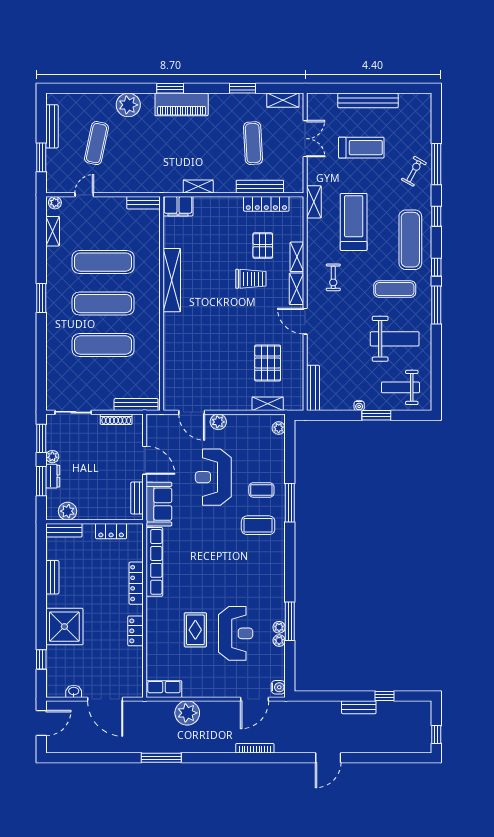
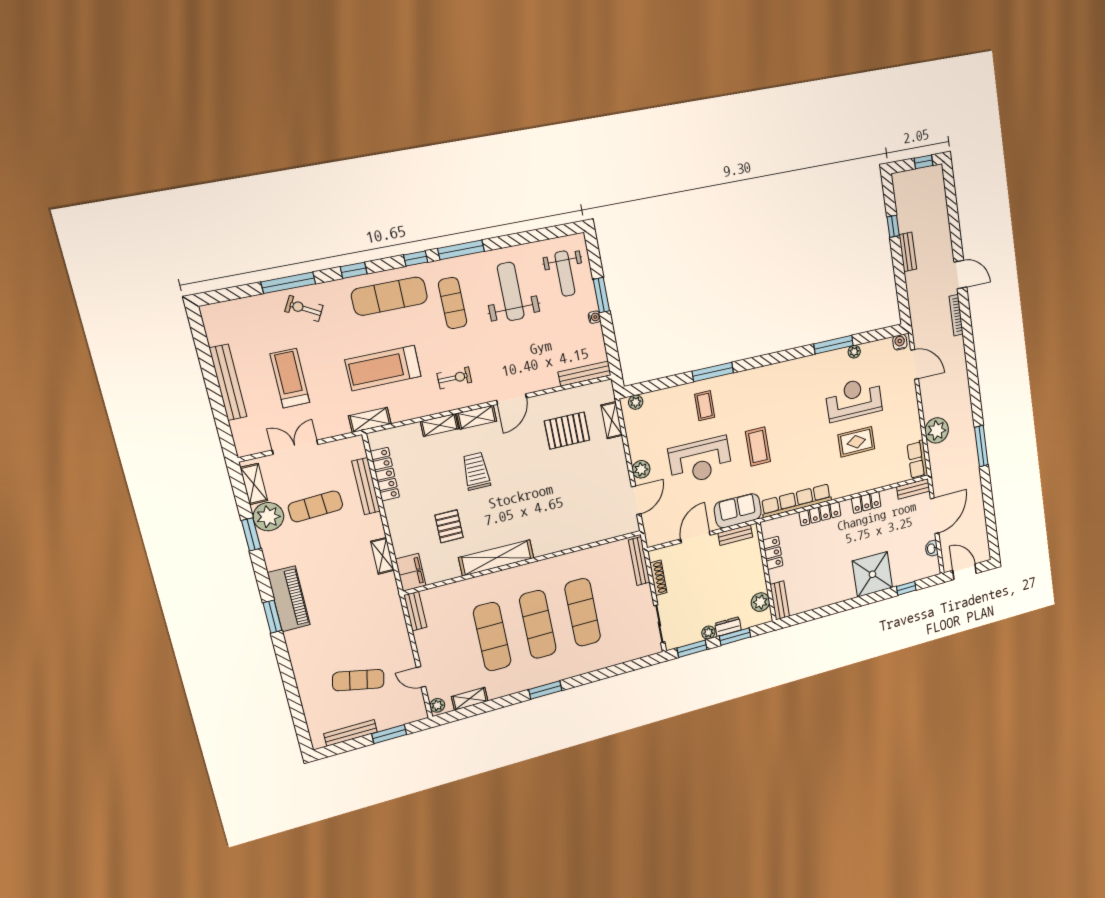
plant: (128, 105) -> (268, 517), moved
pallet: (263, 246) -> (449, 526), moved, turned 90
coffee table: (258, 525) -> (758, 447), moved
bench: (52, 577) -> (913, 489), moved
plant: (279, 627) -> (841, 355), removed
bookcase: (255, 748) -> (956, 315), moved

